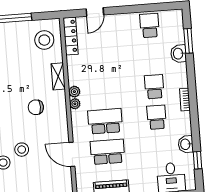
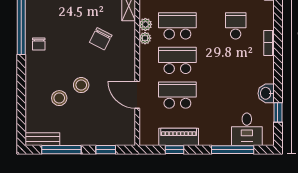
chair: (36, 107) -> (101, 39), turned -63
school desk: (157, 117) -> (177, 26), moved, width x1.85

